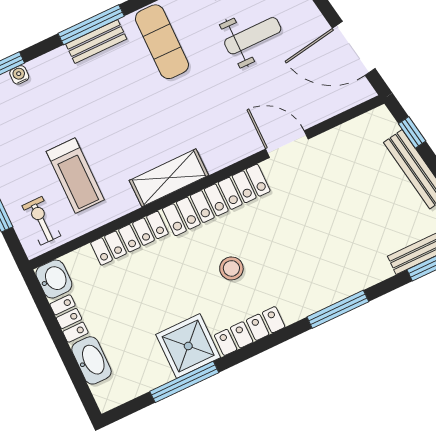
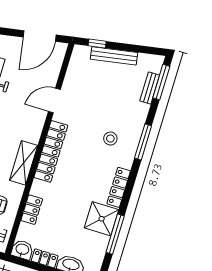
locker: (130, 238) -> (32, 210), width x0.66
stool: (231, 268) -> (110, 139), moved

